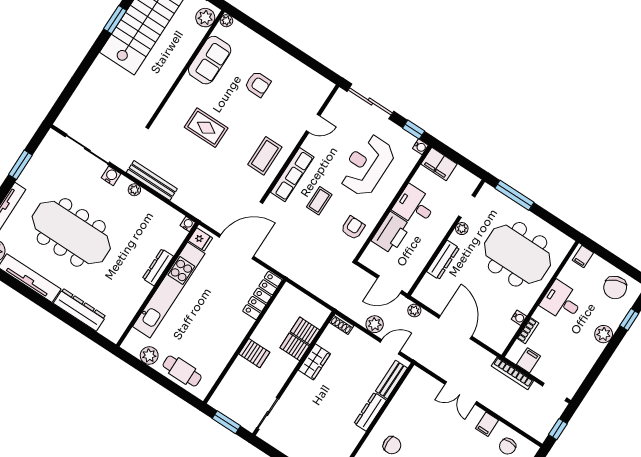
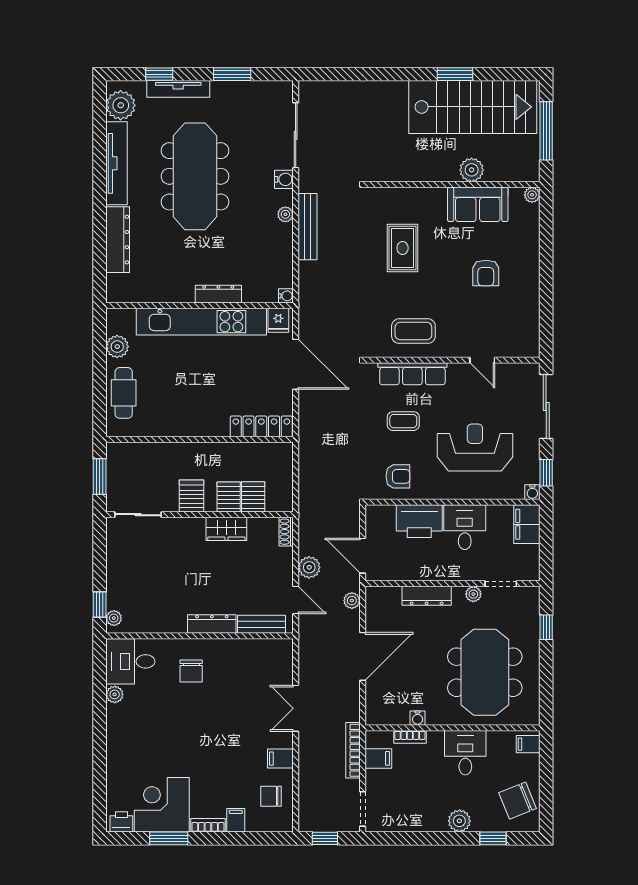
plant: (205, 18) -> (472, 170), moved
window: (514, 195) -> (546, 627), width x0.46
server rack: (254, 353) -> (191, 496), moved, turned 180

